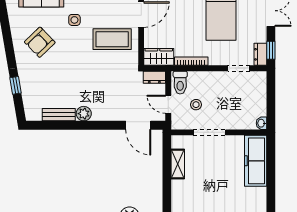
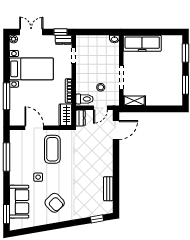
window: (15, 85) -> (97, 219), moved
plant: (84, 114) -> (107, 170), removed
shelving: (178, 164) -> (134, 101), moved

